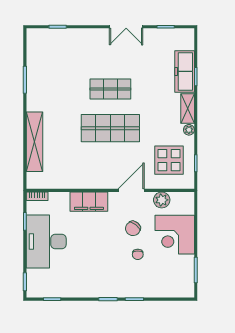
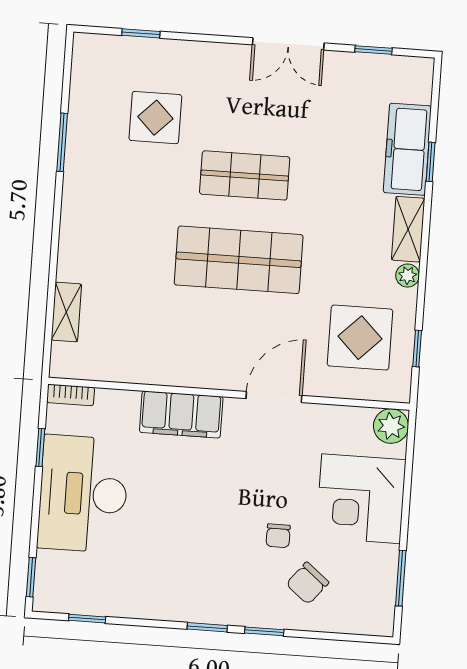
display table: (67, 65) -> (155, 118), added
shelving: (34, 142) -> (66, 312), width x0.45, depth x0.75
plant: (162, 200) -> (391, 426), moved
chair: (133, 228) -> (307, 583), moved

